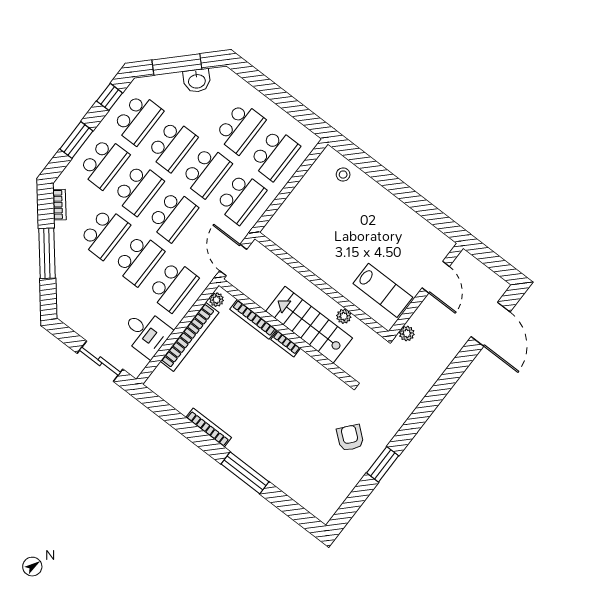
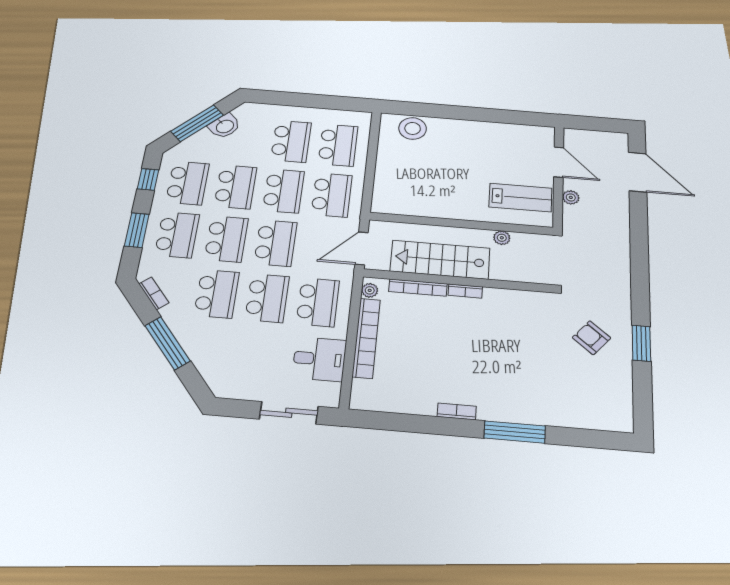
stool: (343, 175) -> (413, 128), width x1.89, depth x1.89
door: (233, 260) -> (362, 248), hinge flipped
stairs: (309, 325) -> (440, 260), moved
plant: (407, 334) -> (571, 197), moved
bookcase: (209, 428) -> (457, 411), width x0.64

